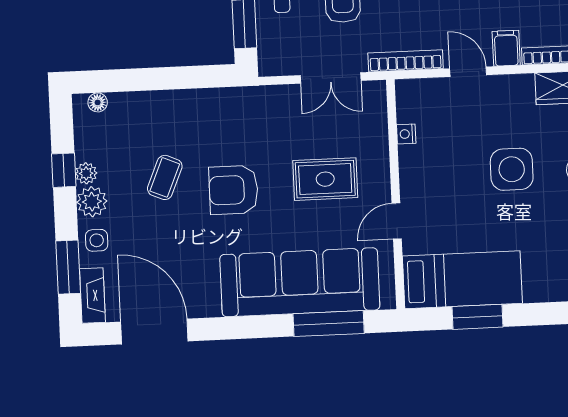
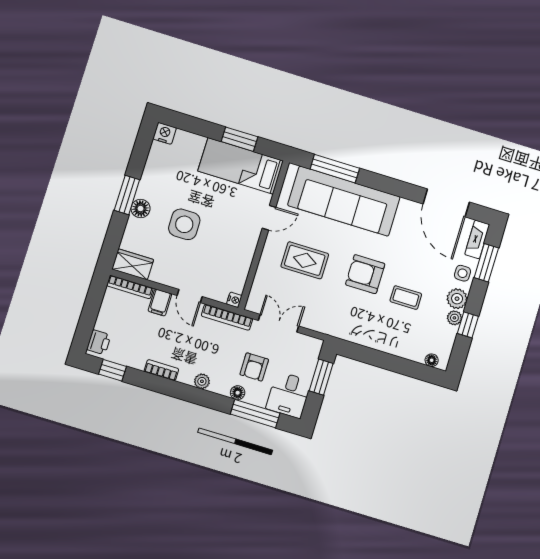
nightstand: (406, 134) -> (234, 300), moved
coffee table: (165, 177) -> (406, 298), turned 67
armchair: (233, 190) -> (365, 274), turned 180

